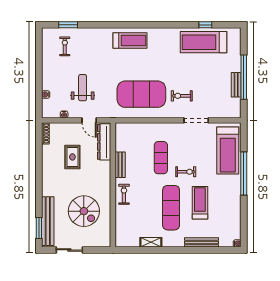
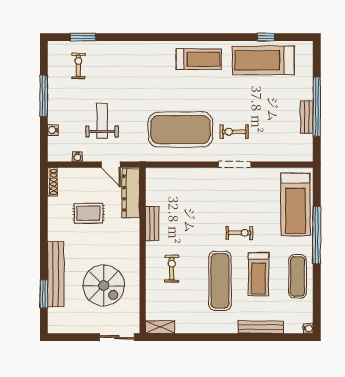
treadmill: (130, 40) -> (199, 59), moved
window: (39, 69) -> (44, 96), added
doorway: (196, 120) -> (235, 165), moved
rug: (72, 157) -> (89, 213), turned 90
exercise mat: (161, 158) -> (298, 276), moved
exercise bike: (124, 194) -> (172, 269), moved
treadmill: (200, 203) -> (258, 274), turned 180
bench: (48, 221) -> (56, 274), moved
window: (39, 228) -> (44, 294), moved
shelving: (151, 242) -> (160, 327), moved
sliding door: (69, 250) -> (117, 337), moved

